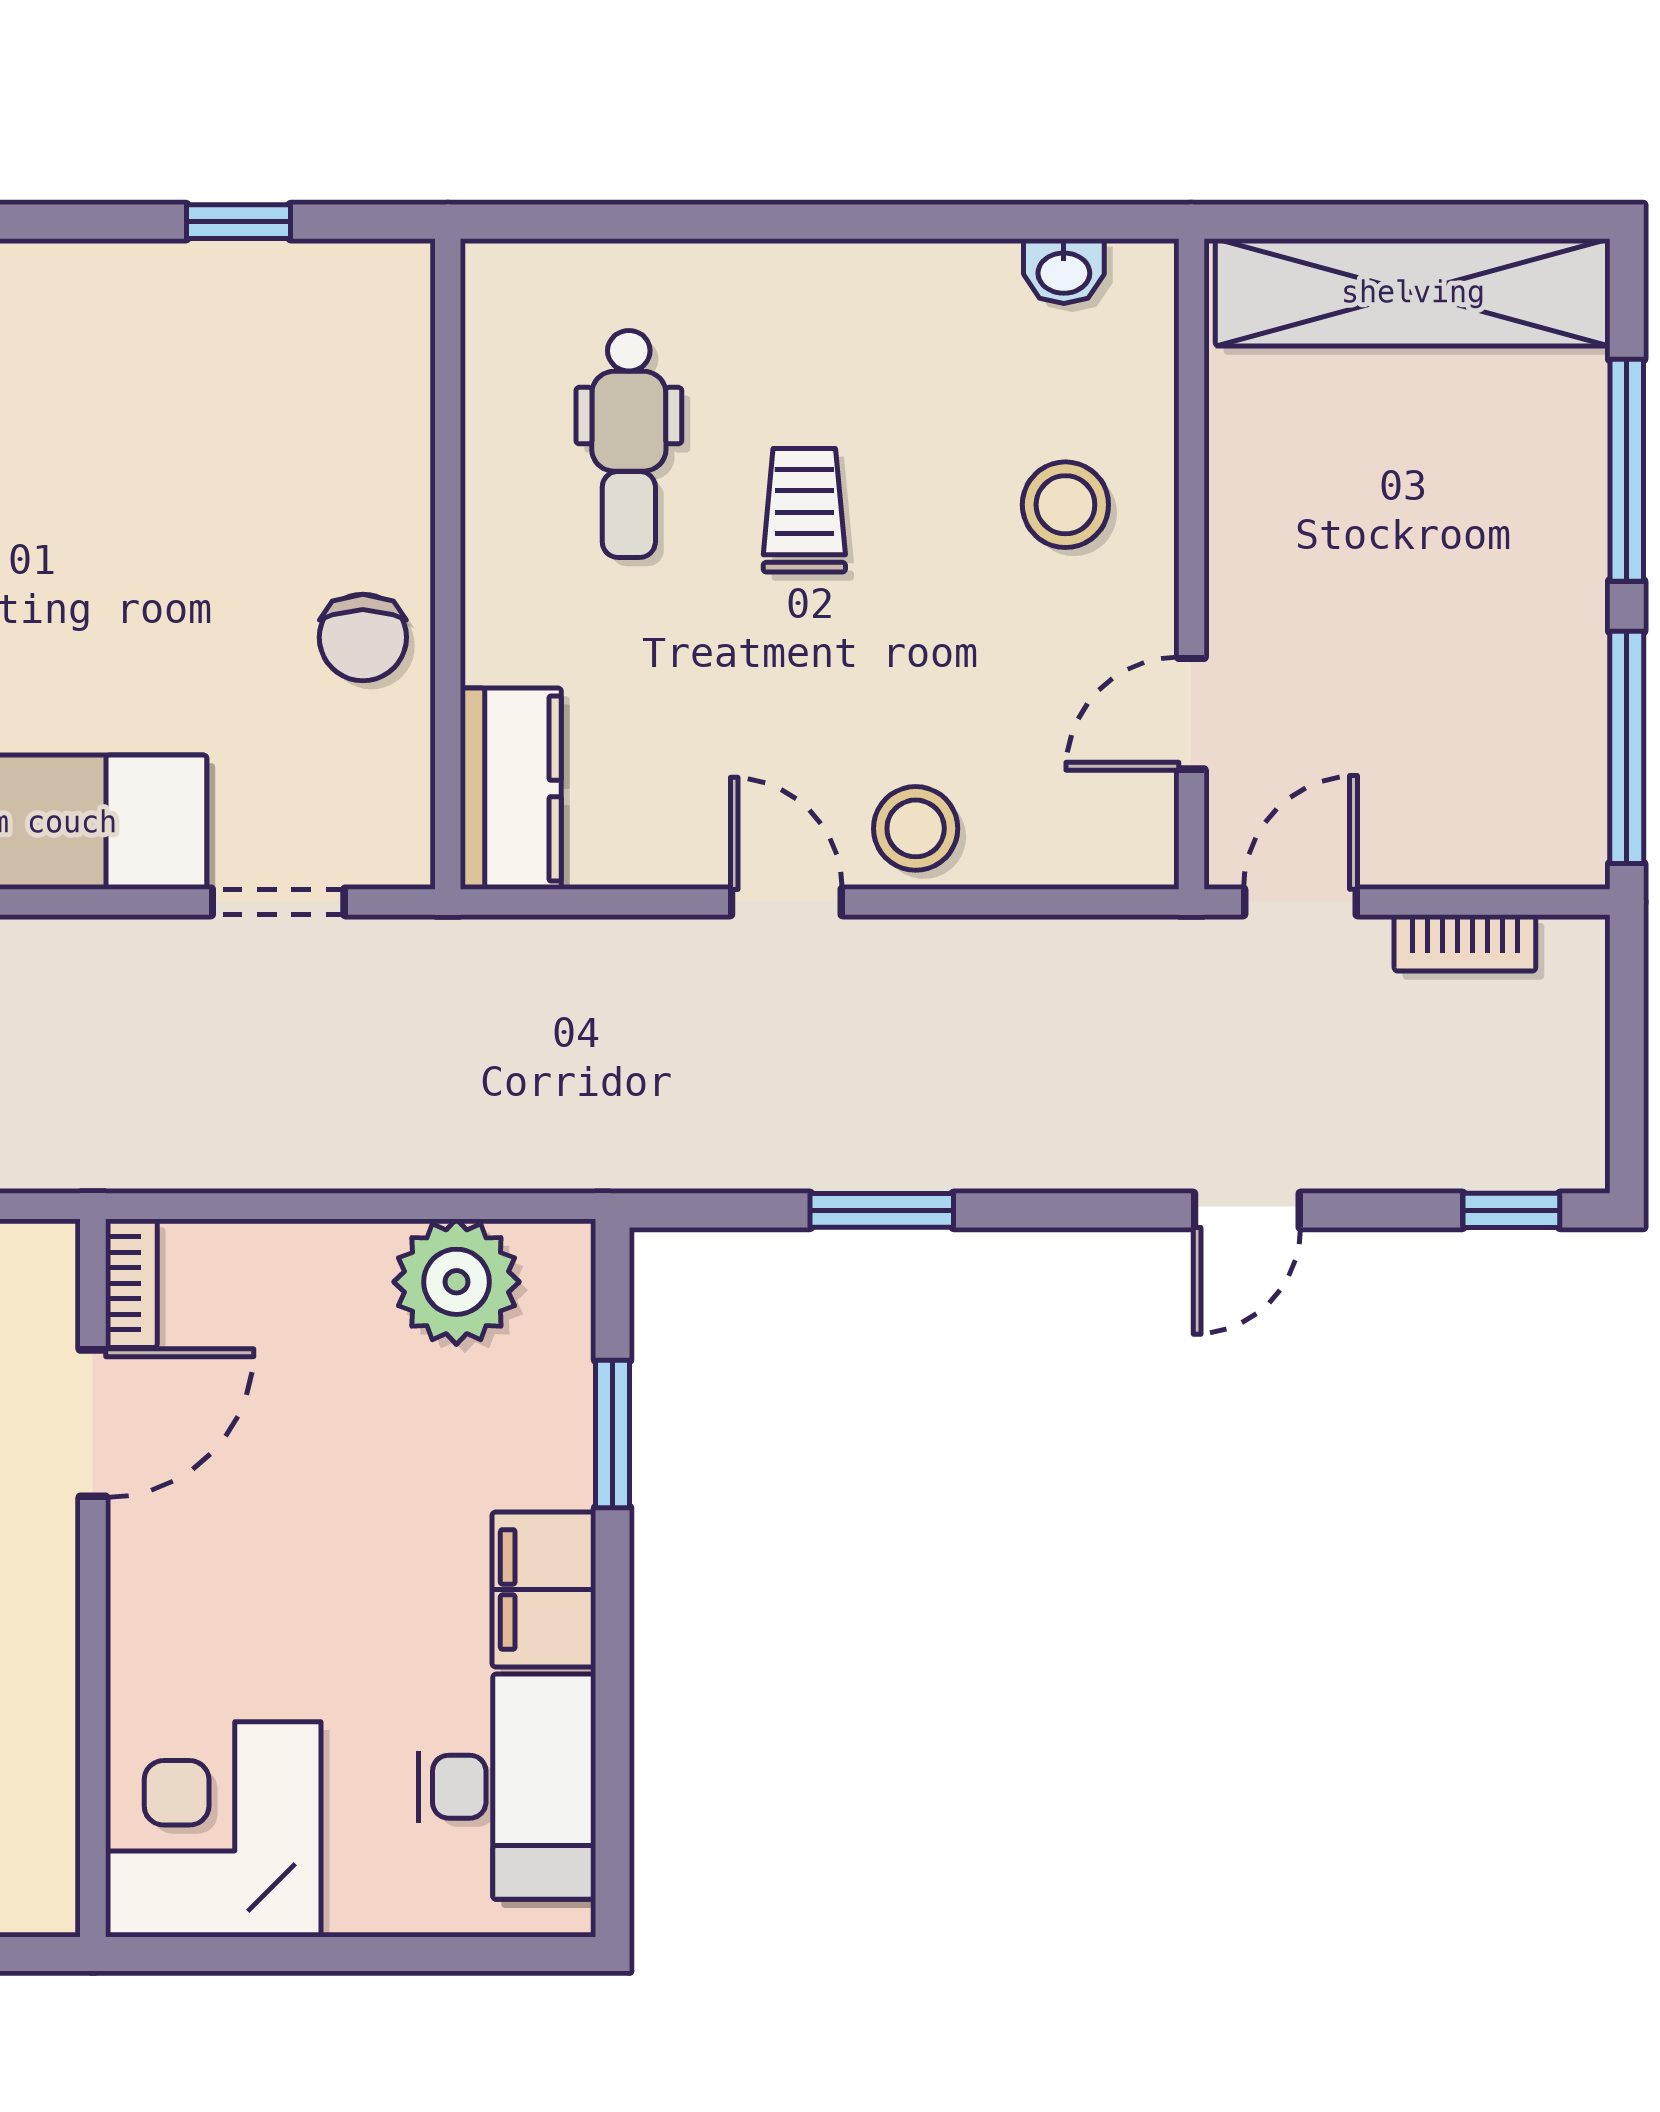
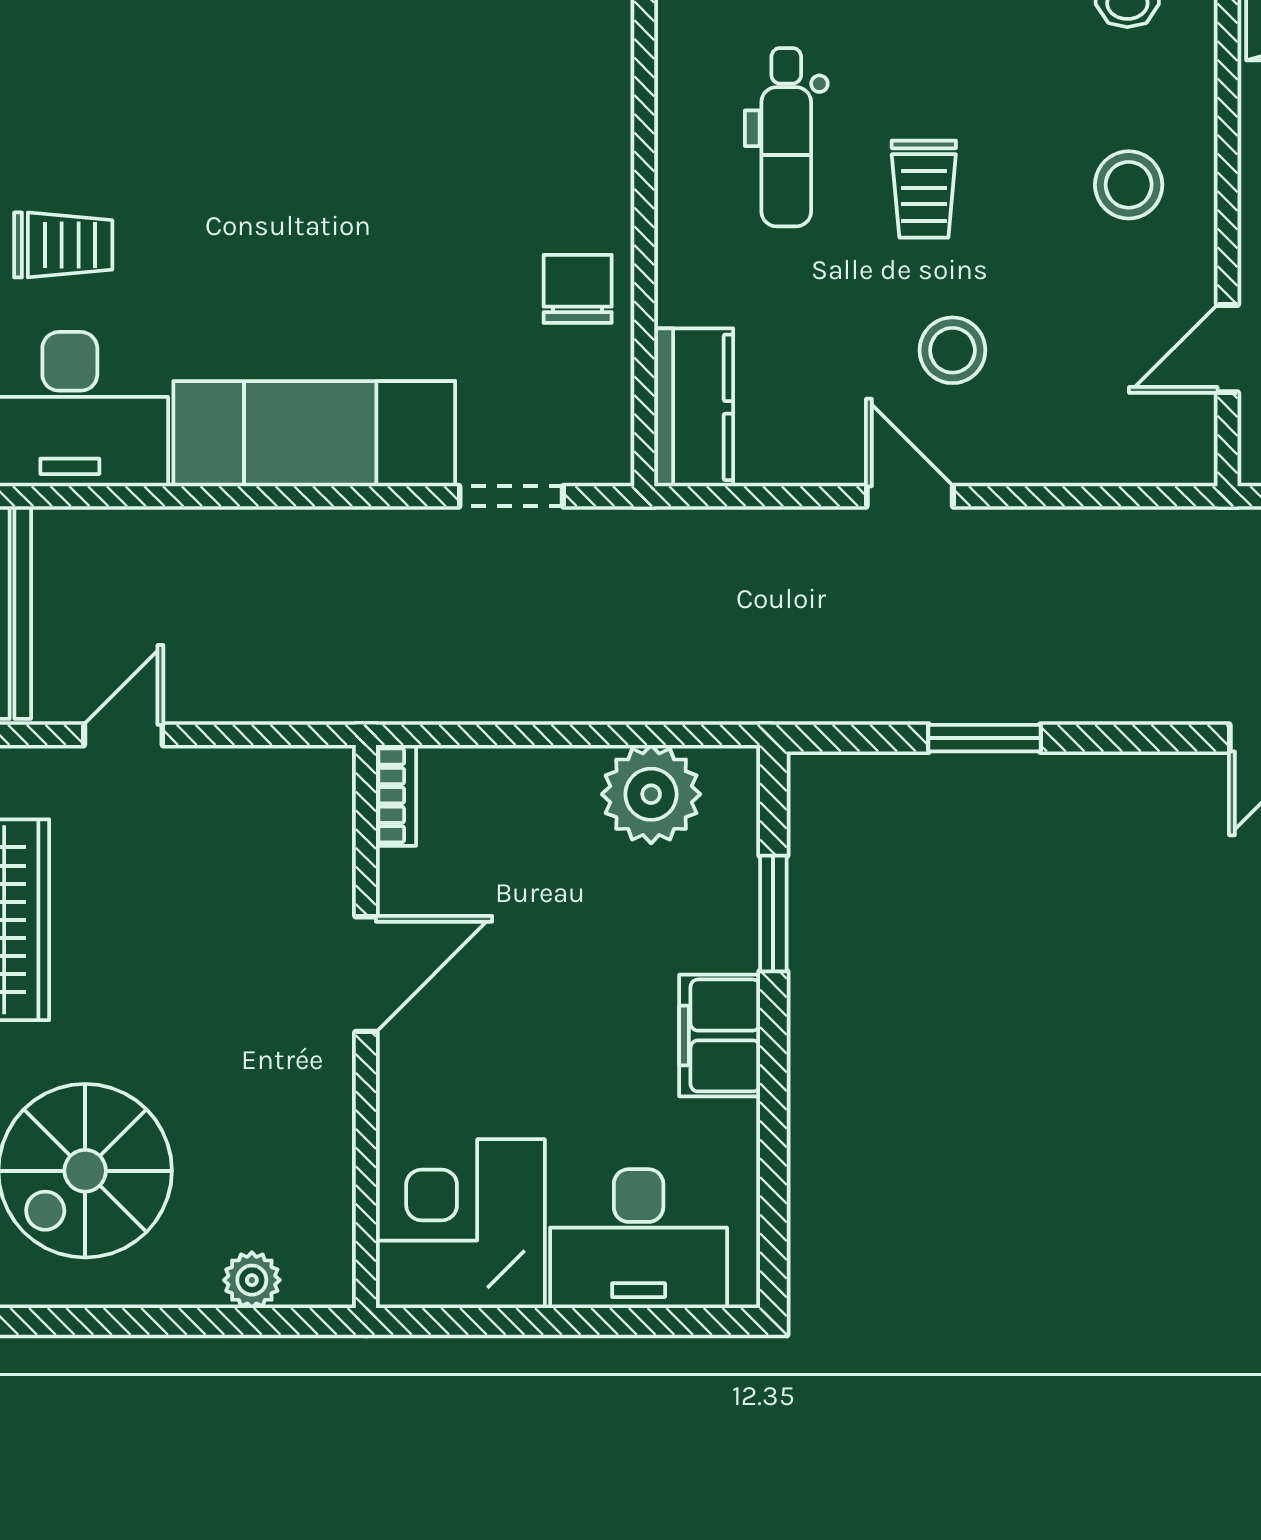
trolley: (804, 510) -> (924, 189), turned 180
chair: (363, 637) -> (578, 289), turned 180
stool: (916, 828) -> (952, 350), moved
door: (93, 1423) -> (366, 974), moved
desk: (507, 1787) -> (639, 1239), moved, turned 90

